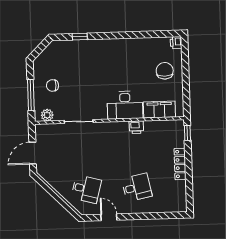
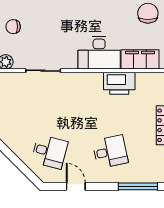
printer: (136, 127) -> (119, 83), width x1.87, depth x1.48
window: (161, 216) -> (138, 186), added

